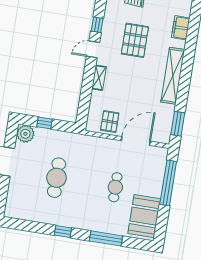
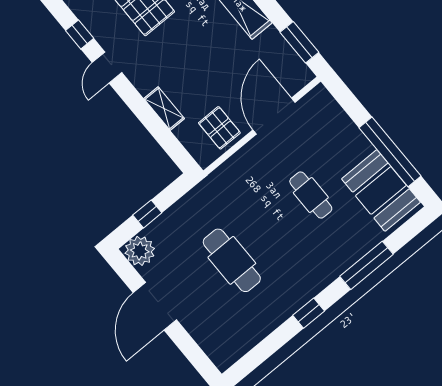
shelving: (99, 78) -> (164, 109), moved
window: (168, 183) -> (390, 152), moved

